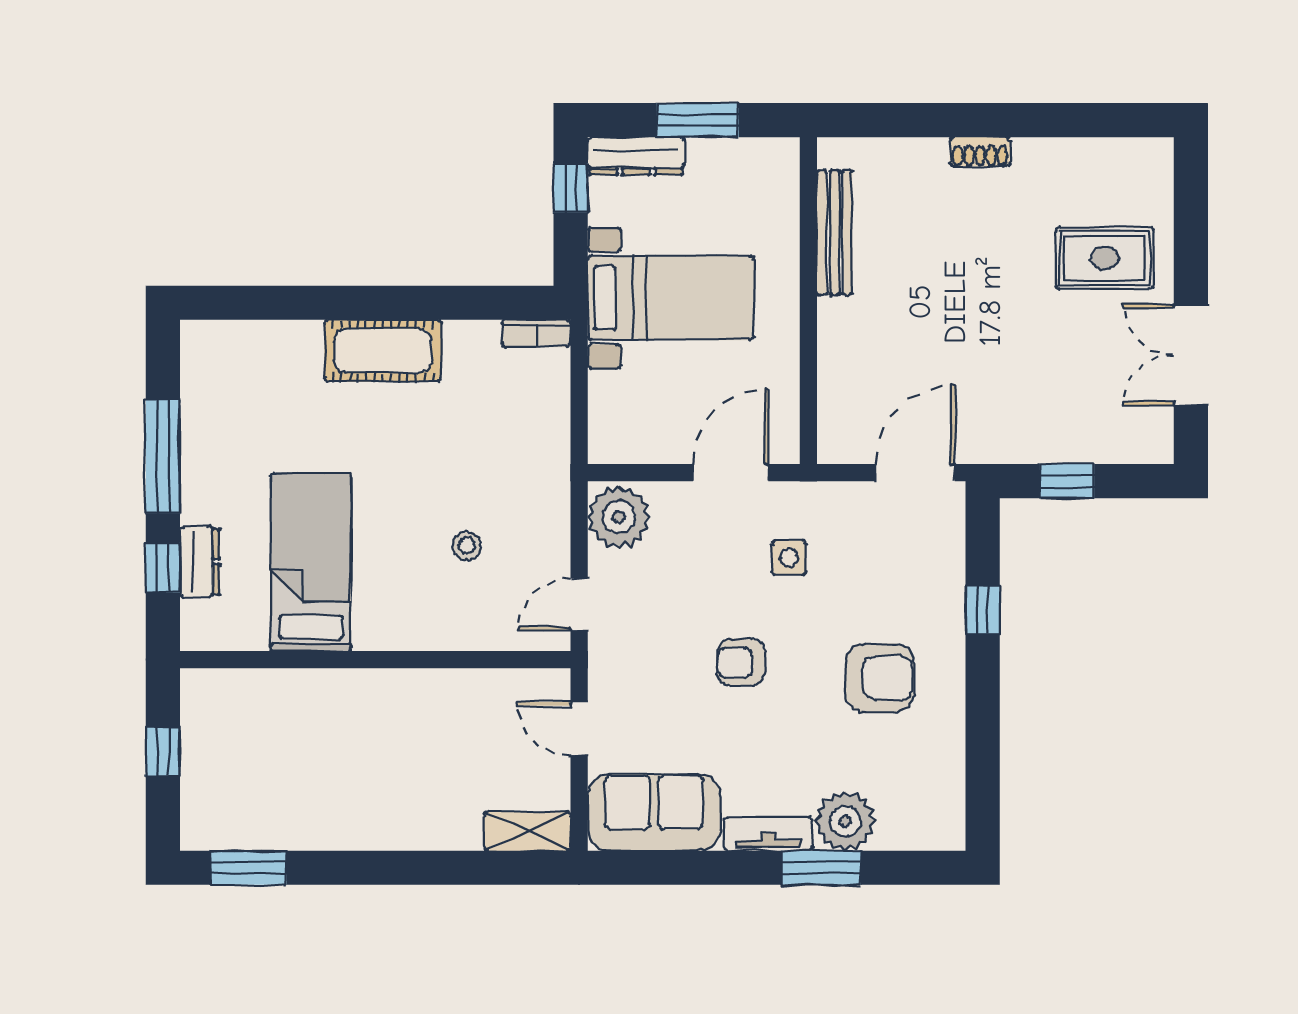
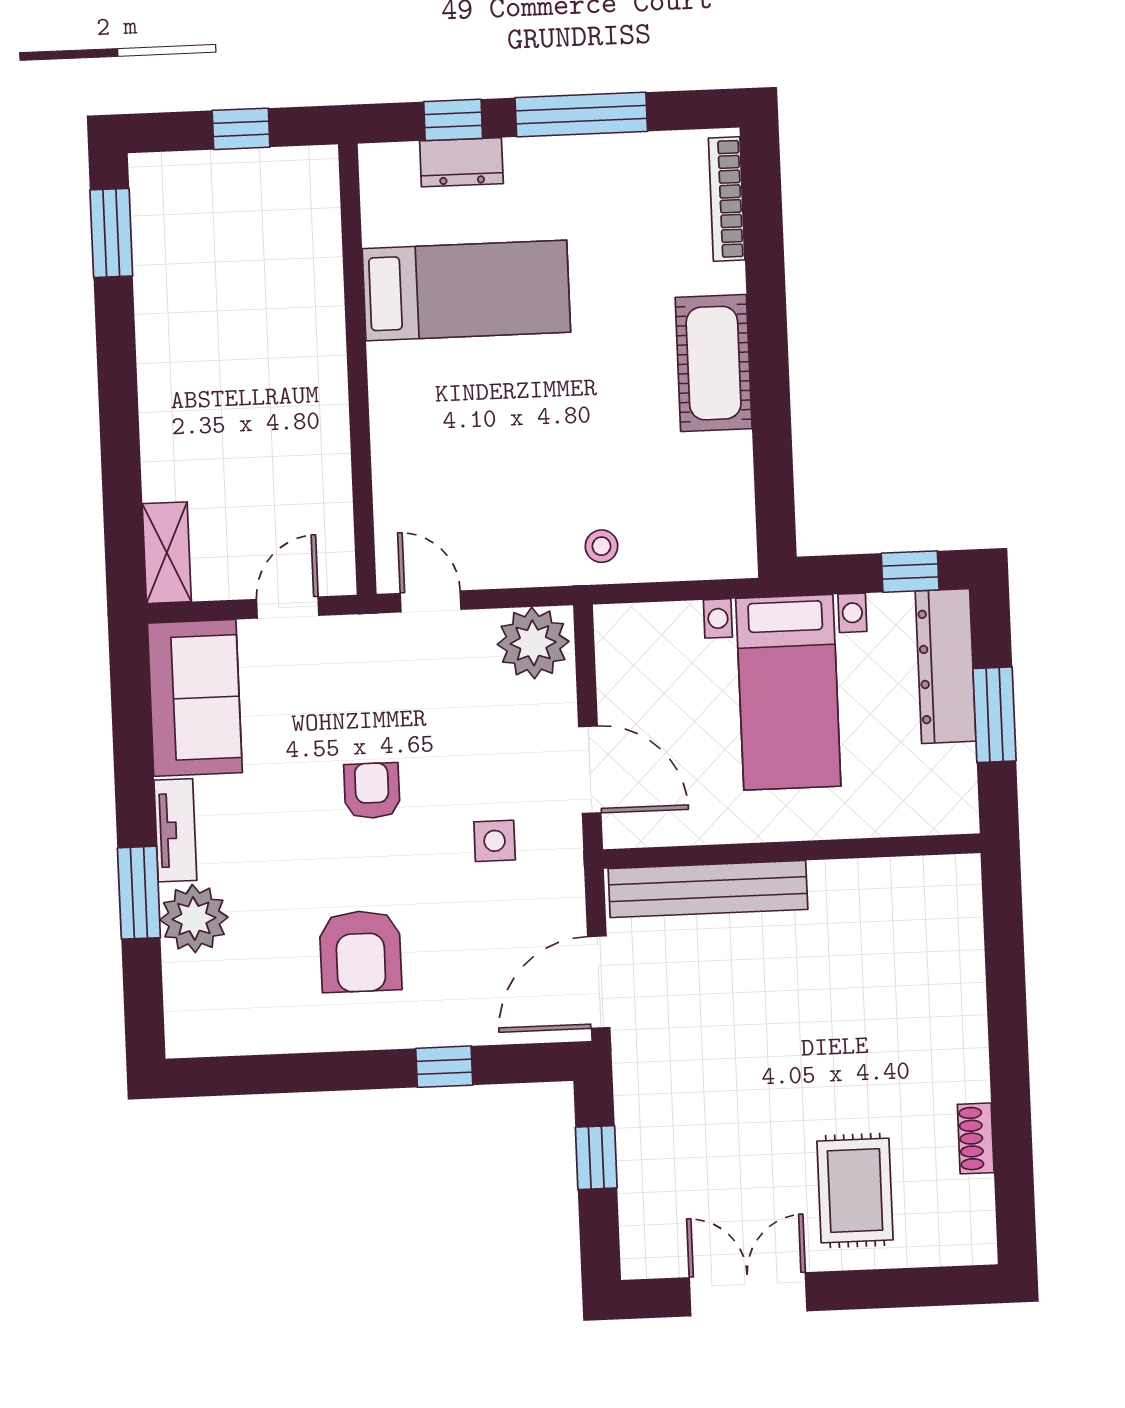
shoe rack: (980, 152) -> (976, 1138), moved
dresser: (636, 156) -> (946, 666), width x1.37, depth x1.24
bench: (835, 233) -> (708, 889), moved, width x1.37, depth x1.21
bookcase: (536, 333) -> (727, 199), moved, width x1.56
door: (915, 473) -> (599, 982), swing flipped
stool: (467, 545) -> (601, 546), moved

